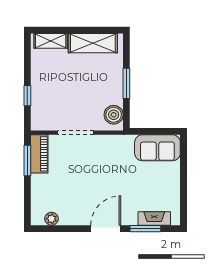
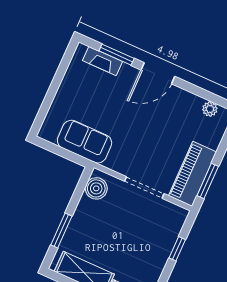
window: (126, 83) -> (61, 230), moved
sofa: (157, 148) -> (85, 142), moved
piano: (39, 154) -> (193, 174), width x1.37, depth x1.33

